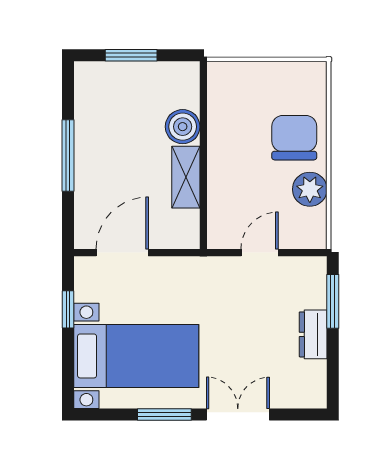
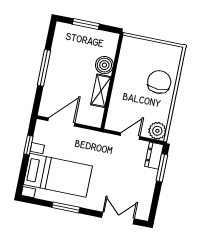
plant: (310, 189) -> (157, 131), moved
dresser: (313, 334) -> (154, 156), moved
double door: (238, 415) -> (118, 218), moved

